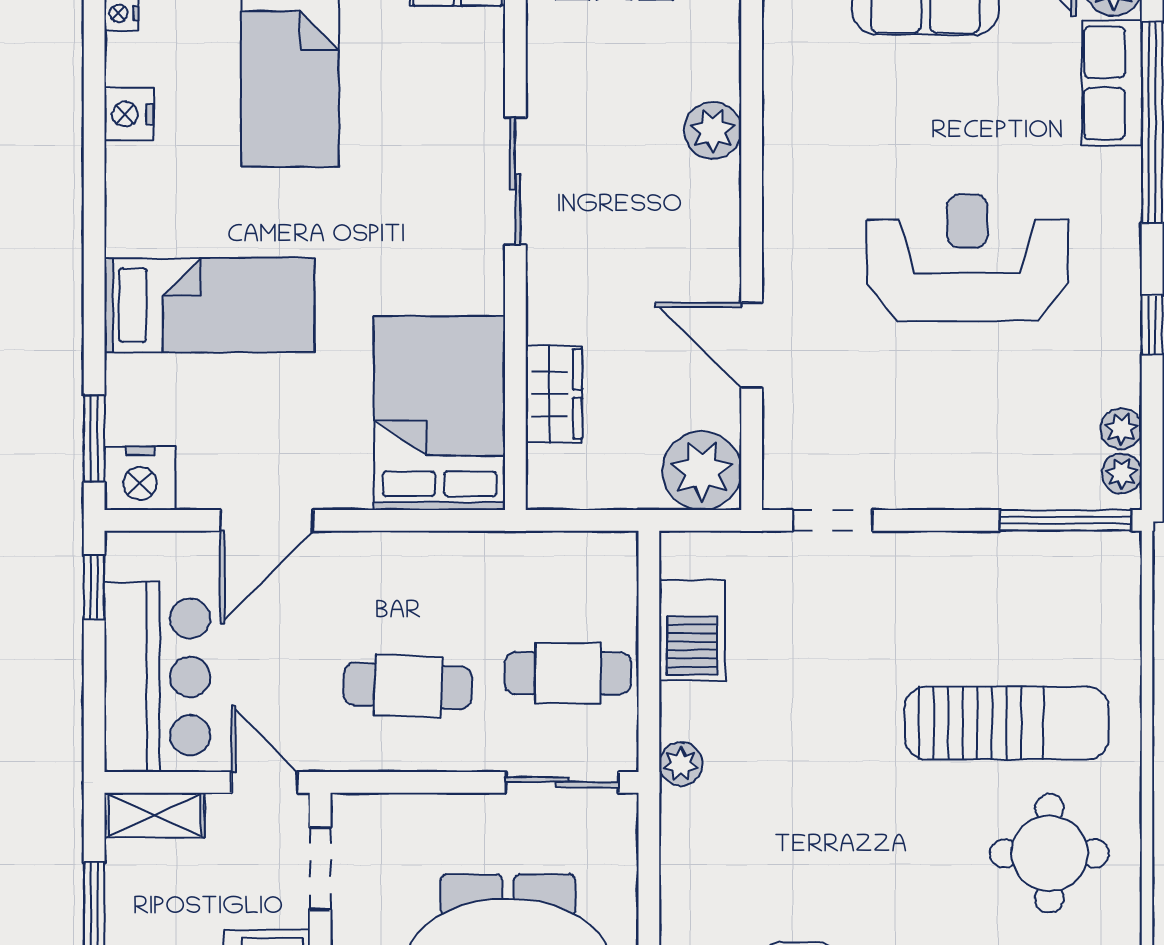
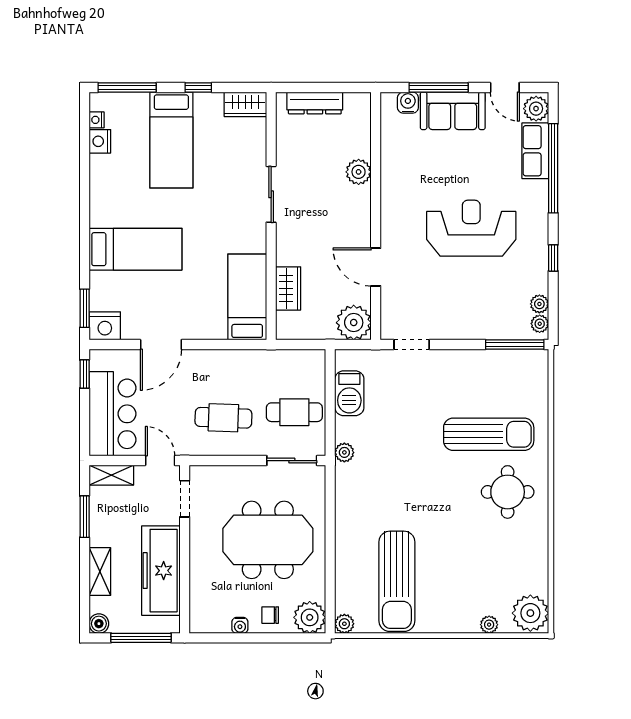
nightstand: (129, 114) -> (100, 141), moved
bed: (440, 413) -> (247, 297), width x0.67

